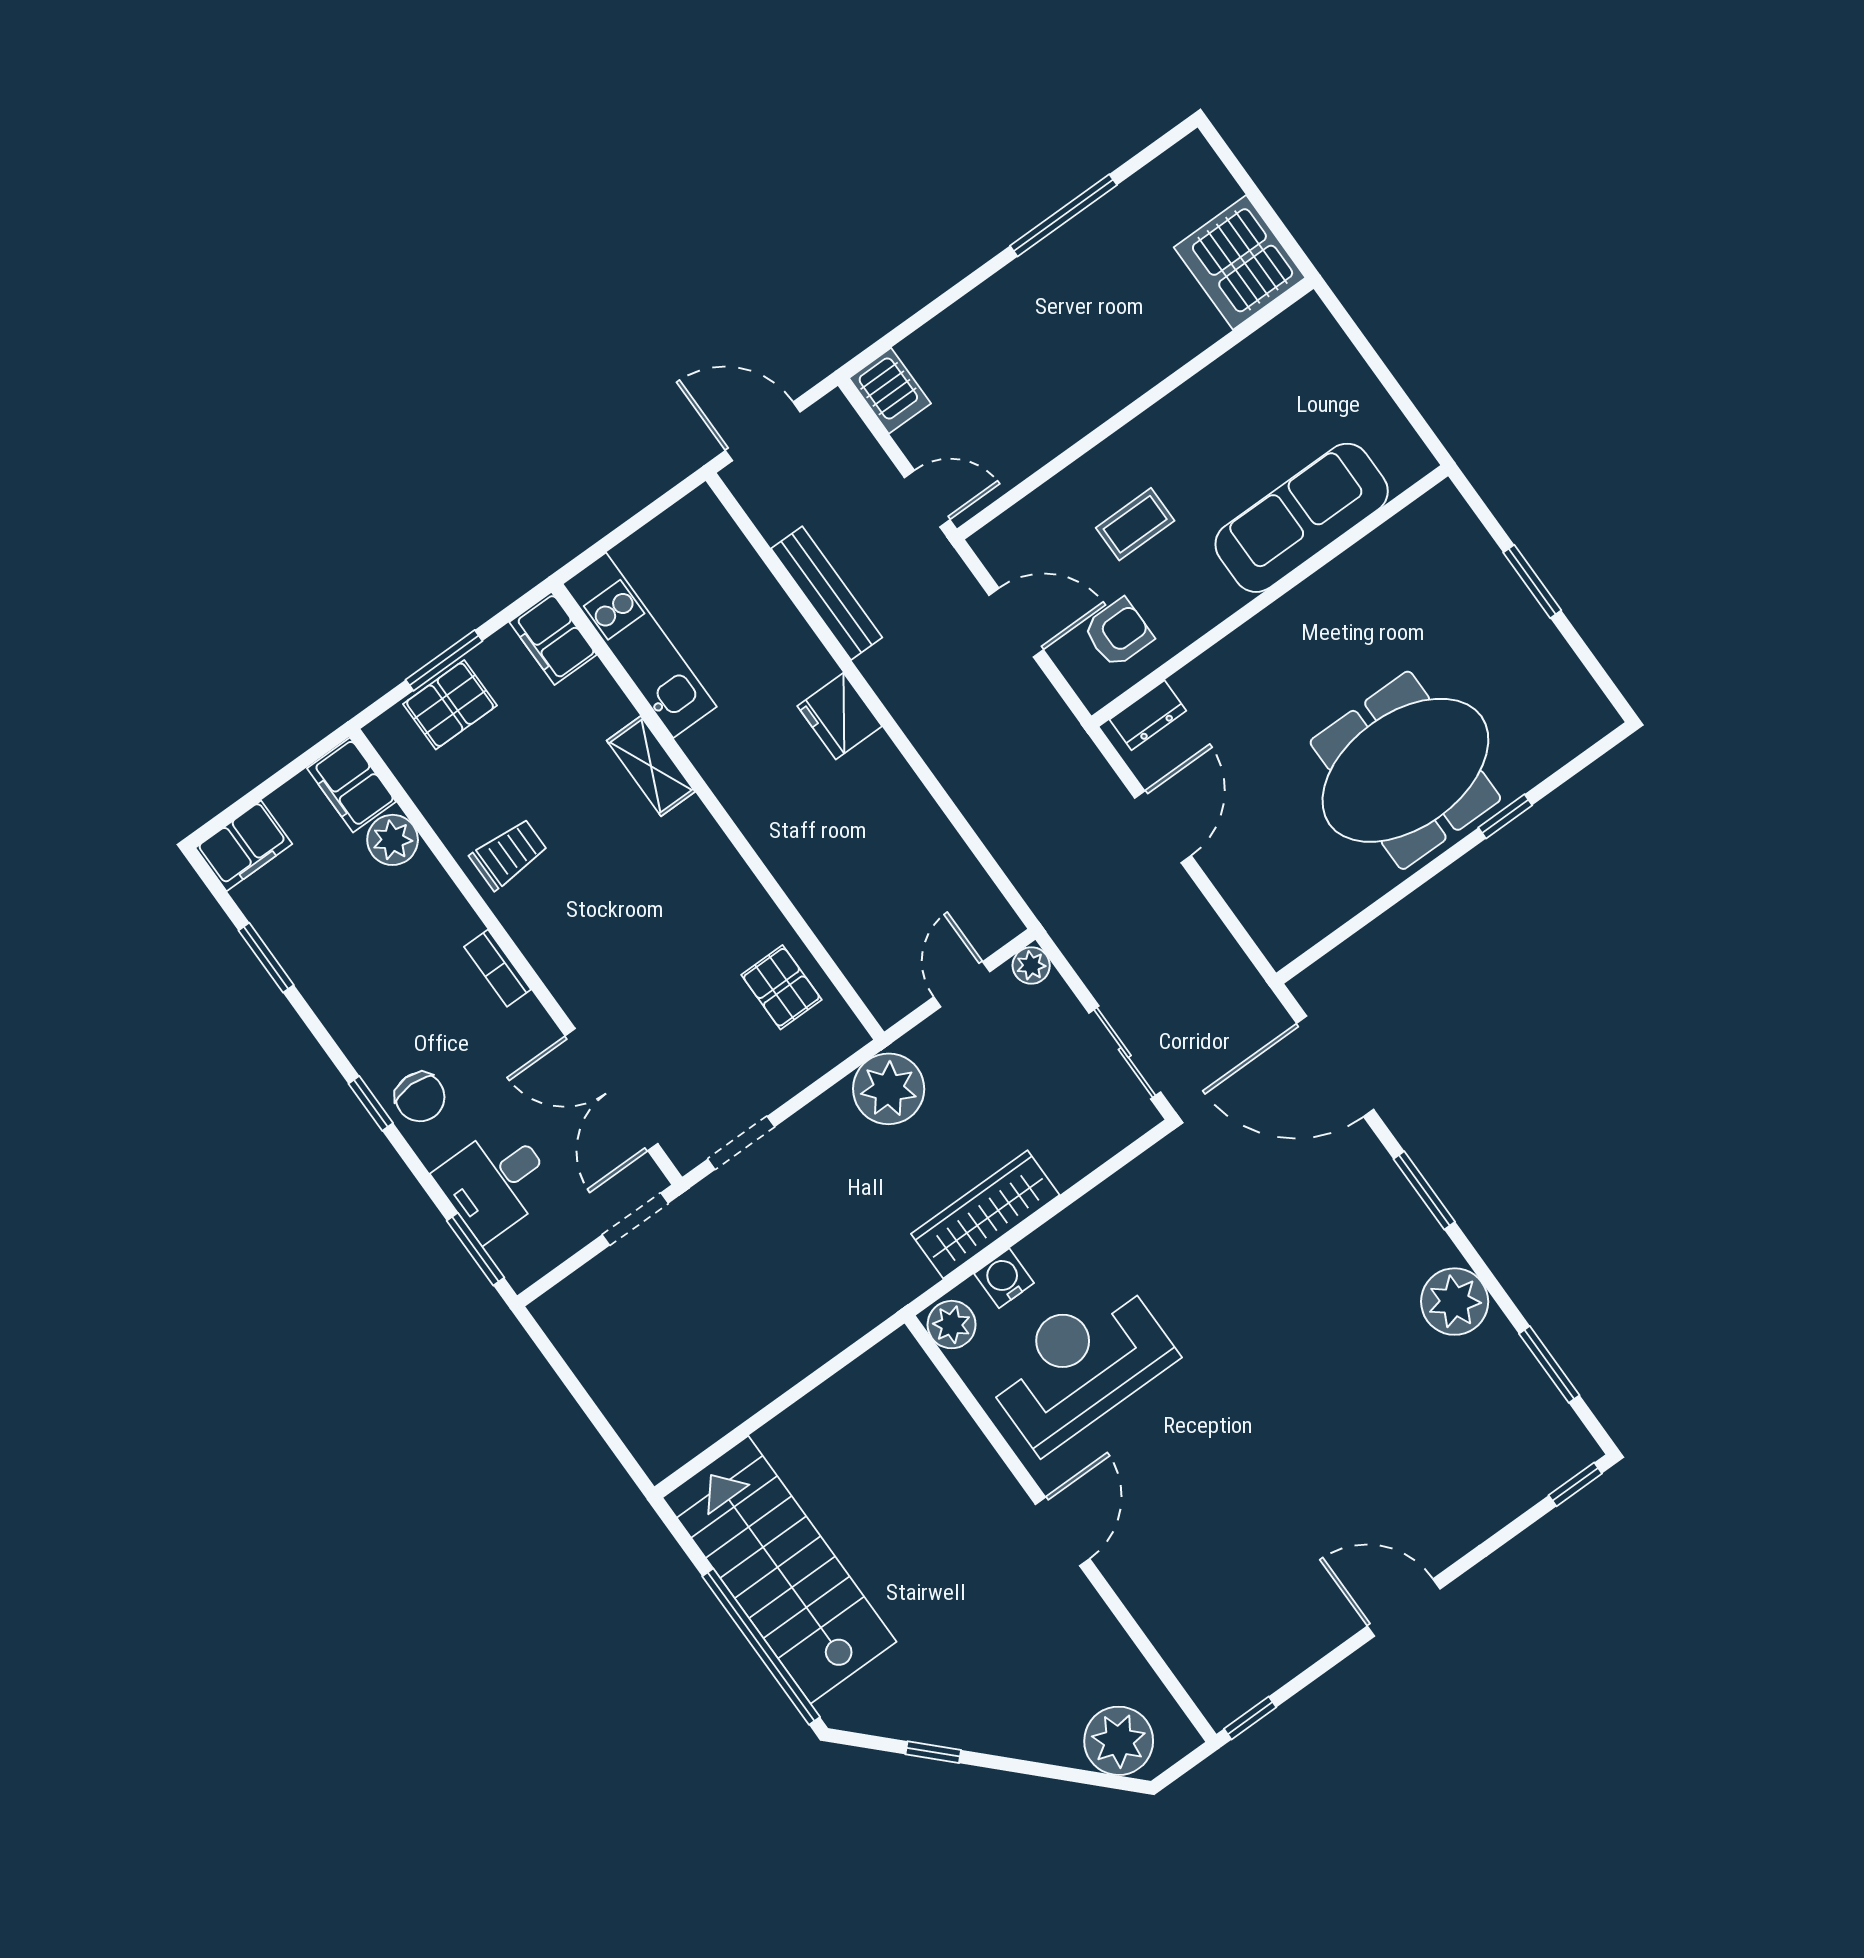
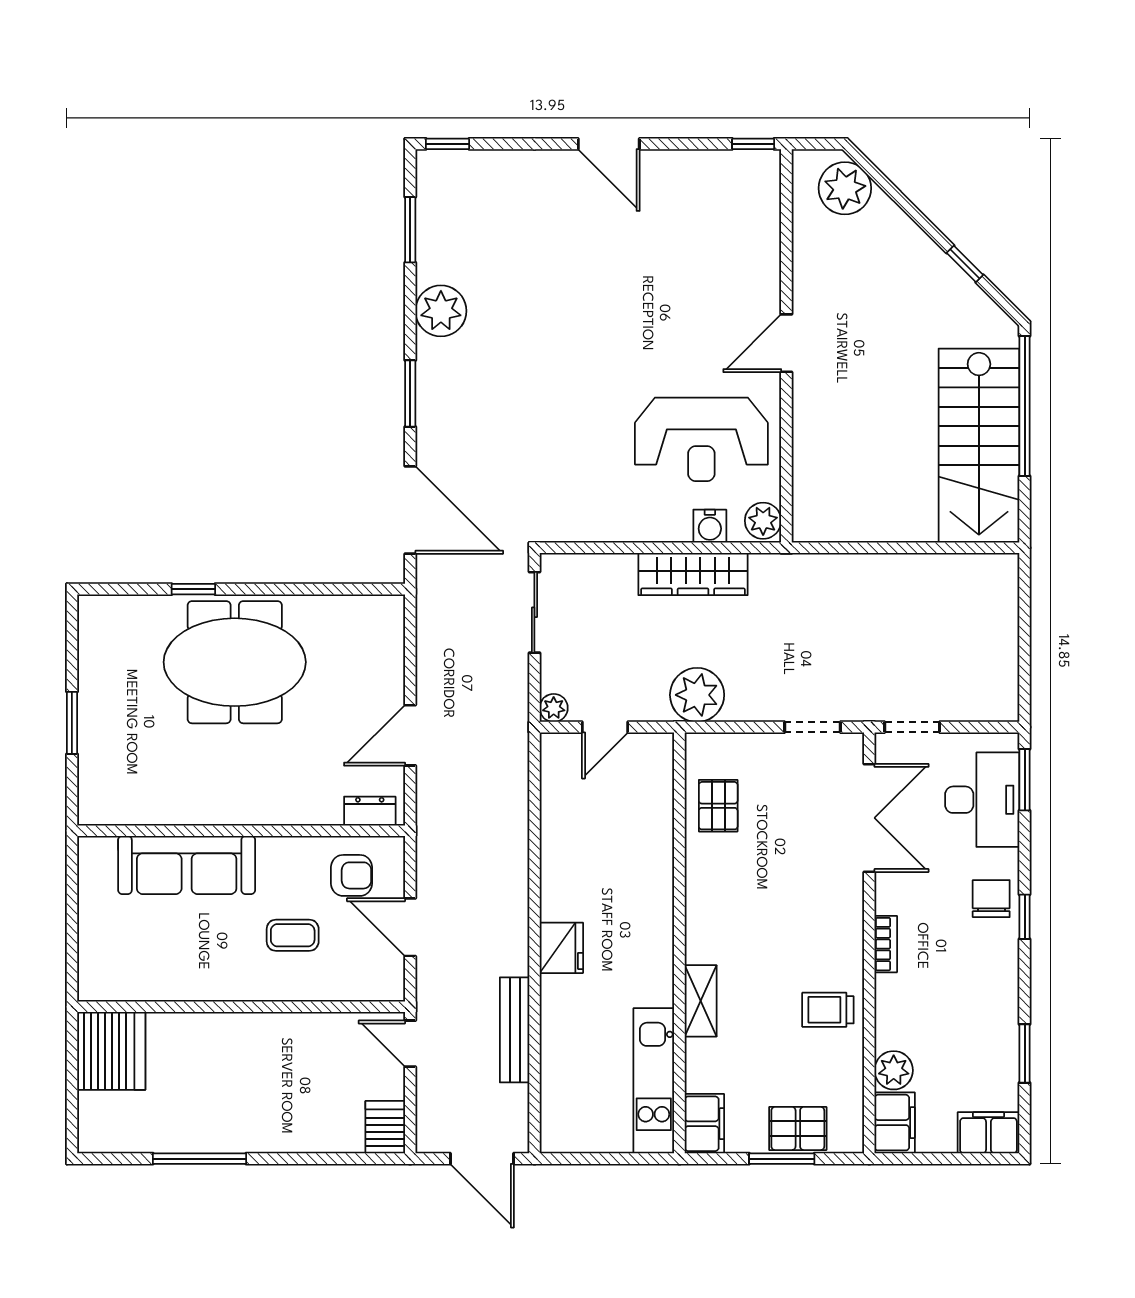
armchair: (1118, 633) -> (352, 875), turned 180
desk: (495, 1182) -> (982, 800), width x1.37

